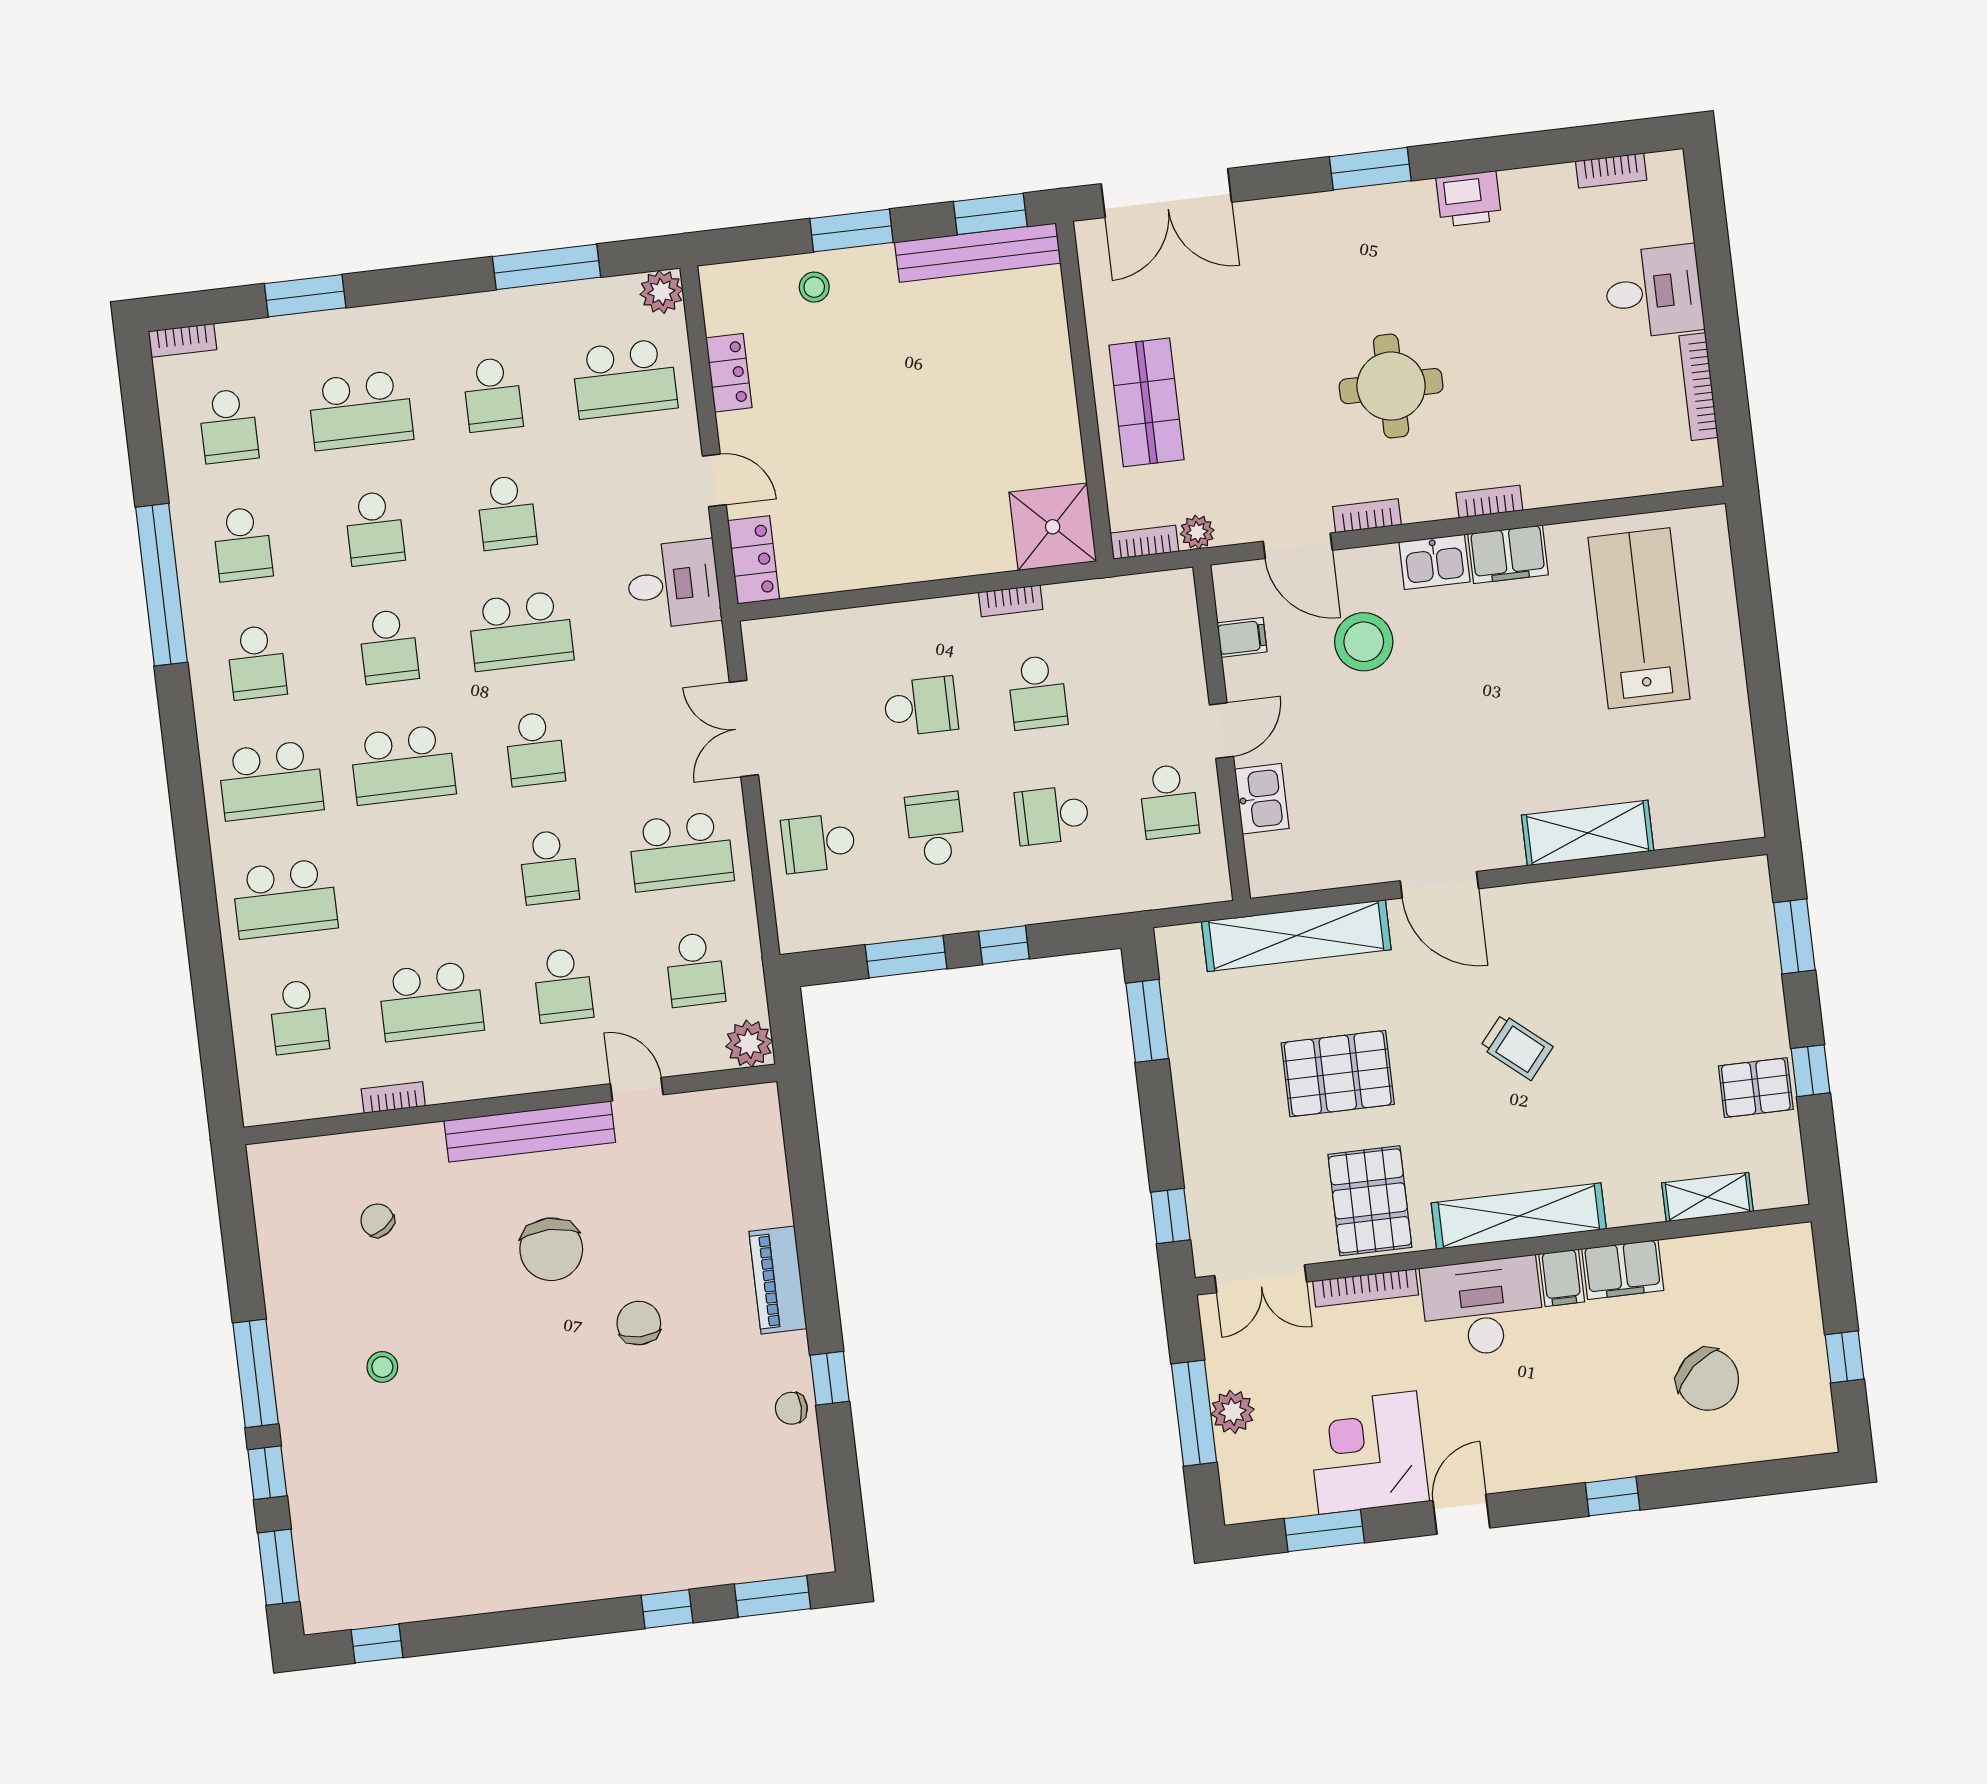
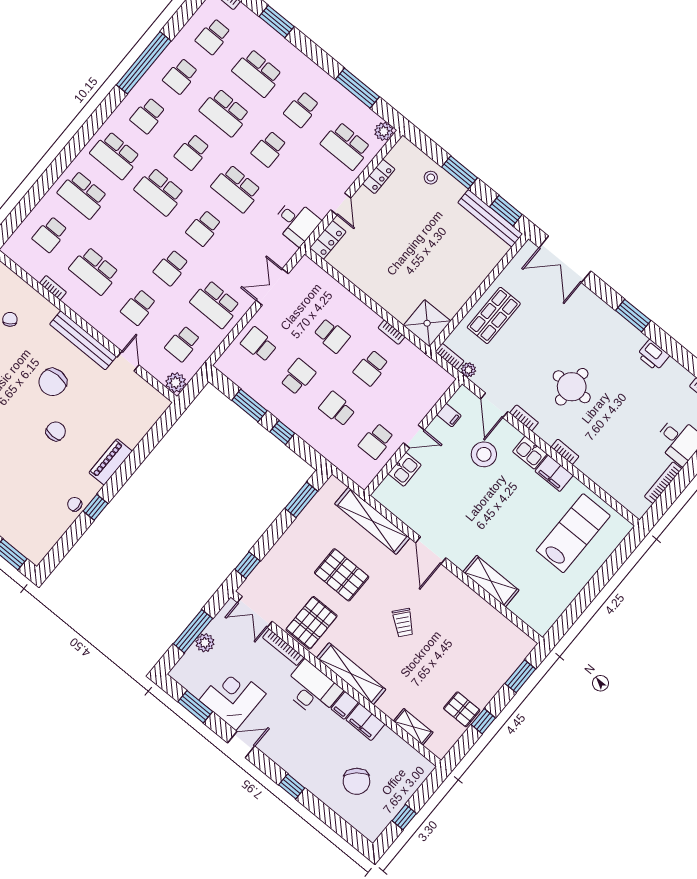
school desk: (375, 528) -> (225, 112), width x1.85

